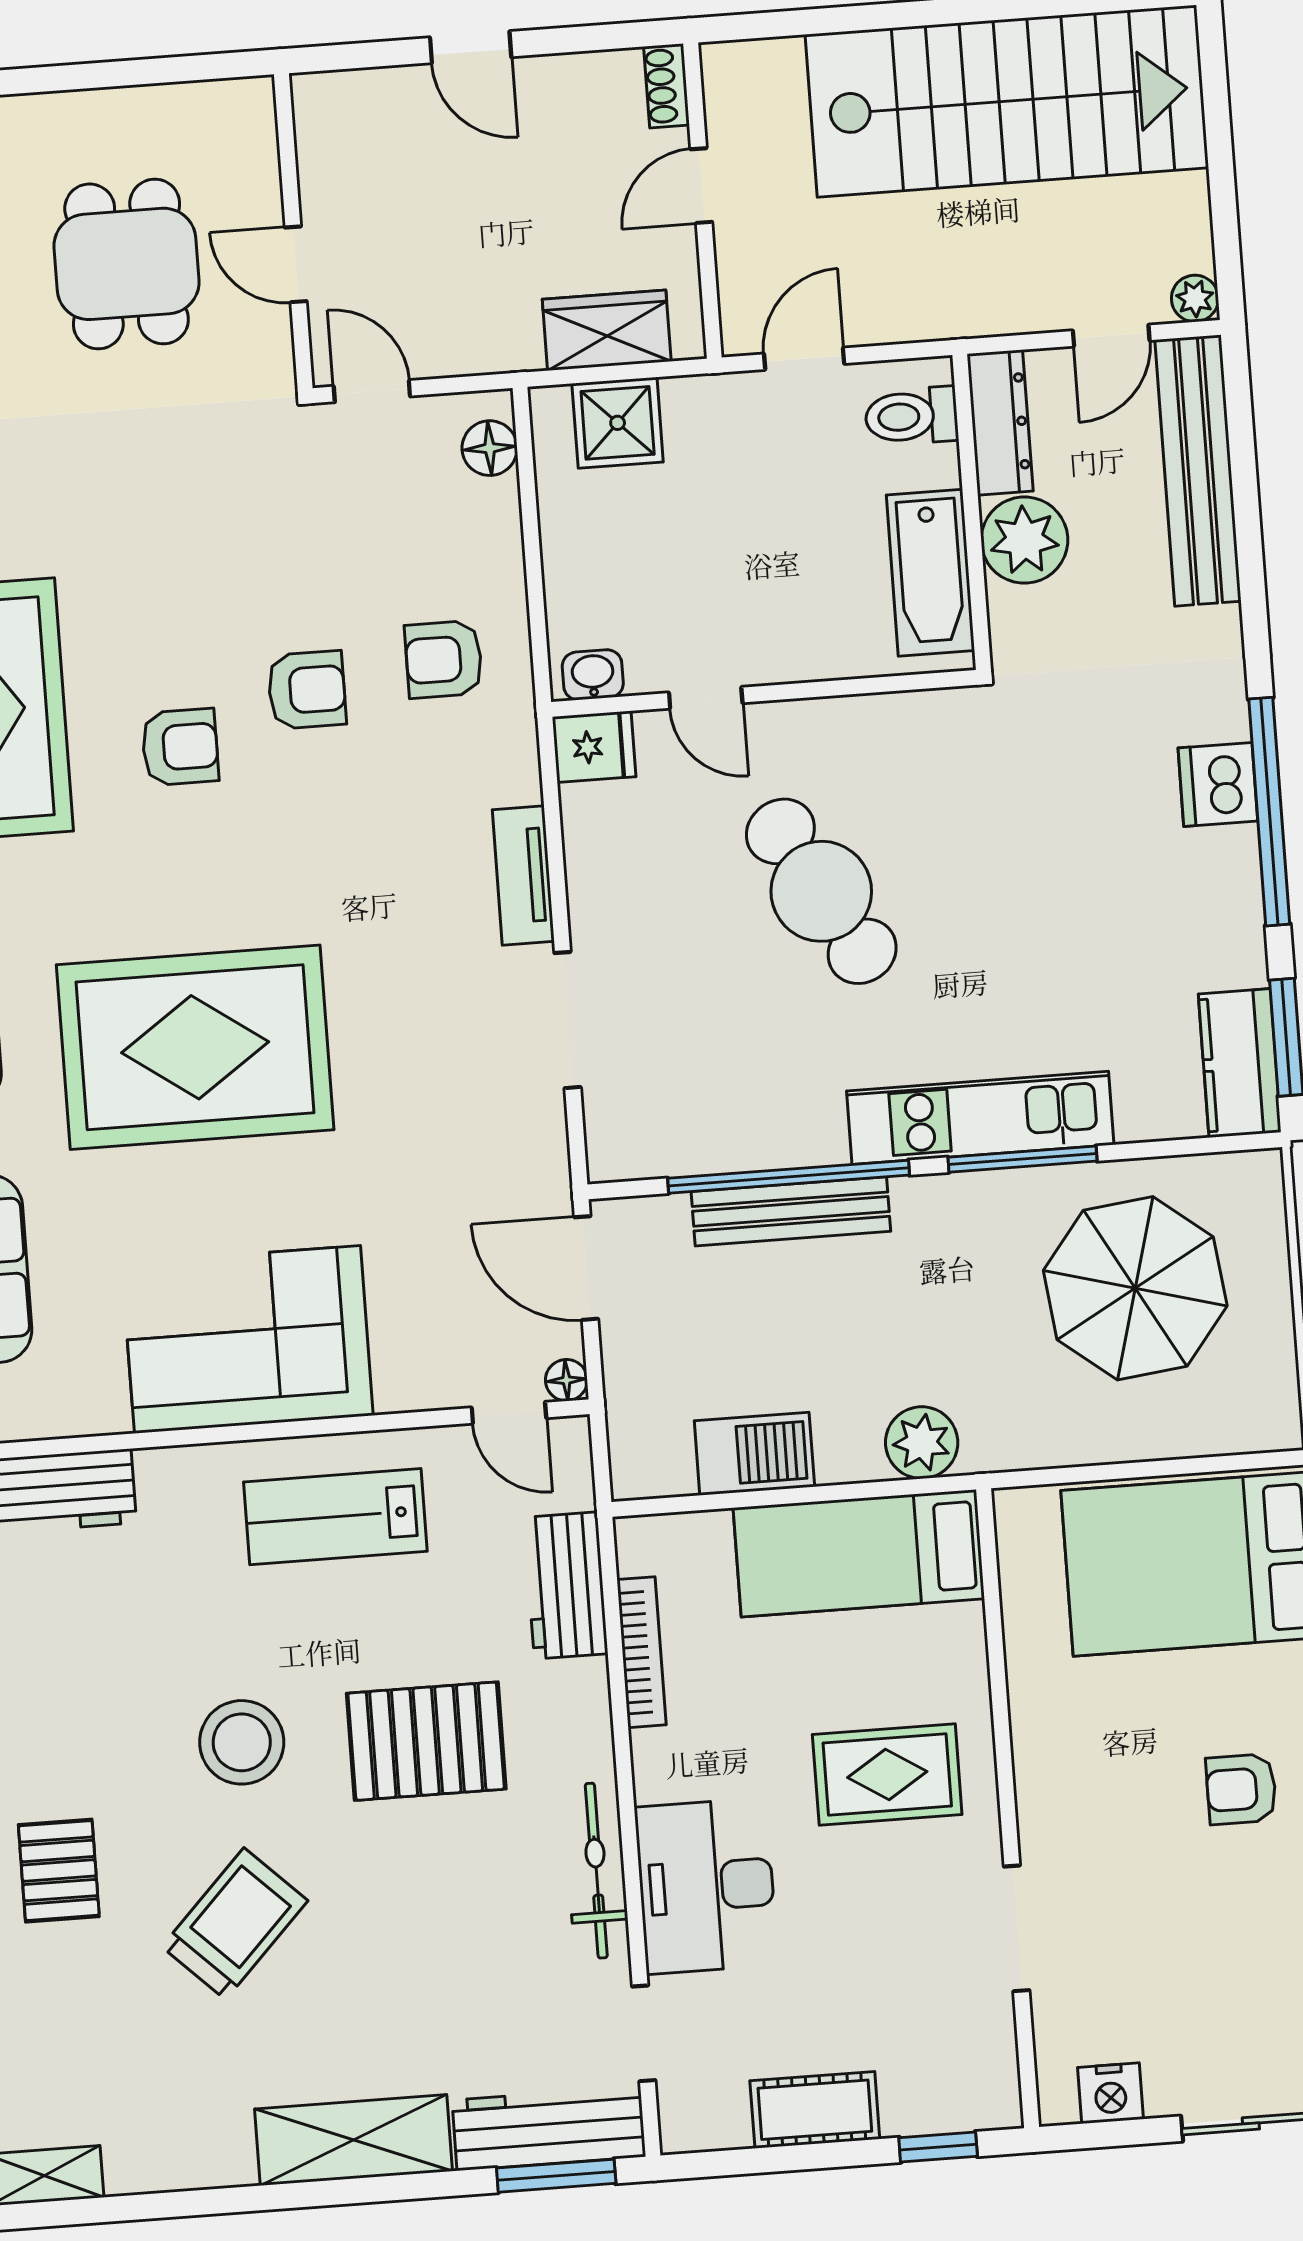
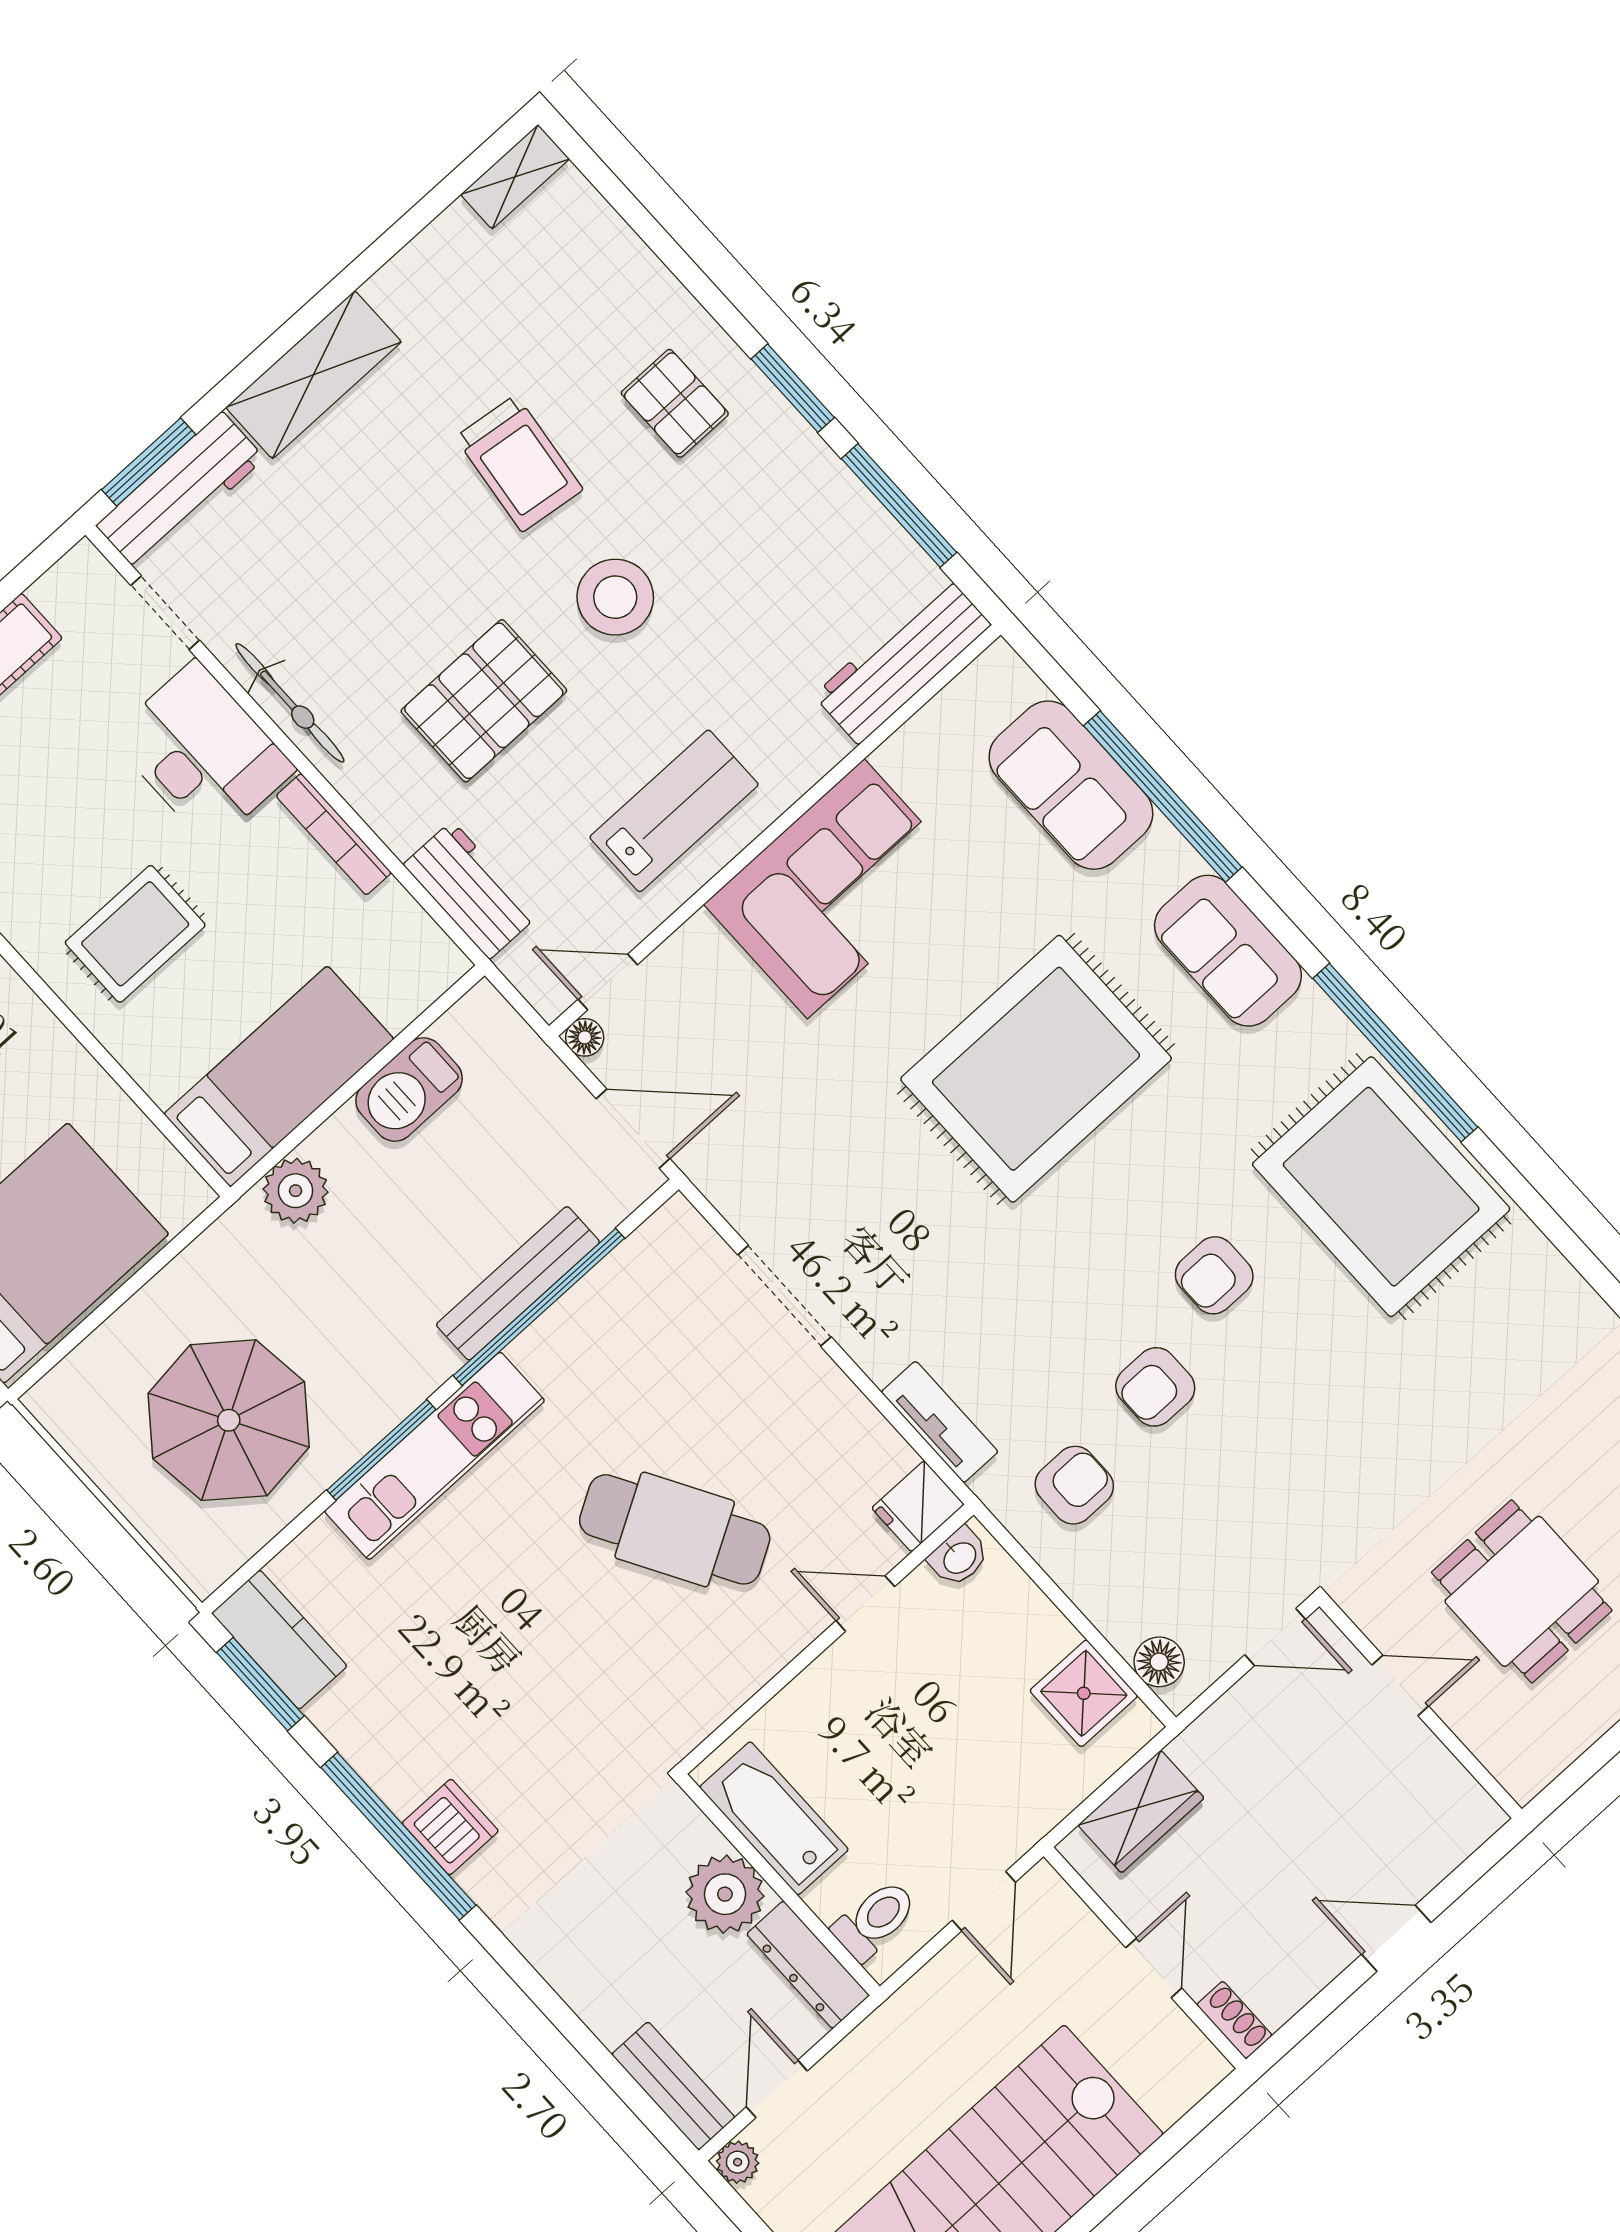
shower: (618, 423) -> (1084, 1693), moved
bench: (1198, 470) -> (673, 2086), width x0.54, depth x0.82
tv unit: (523, 876) -> (940, 1422), moved
bookcase: (642, 1652) -> (334, 834), moved
trolley: (235, 1924) -> (519, 463), turned -37

